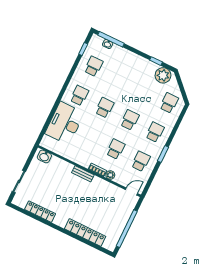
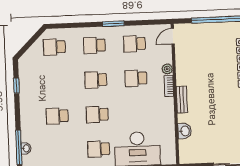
school desk: (94, 66) -> (57, 116), moved
plant: (163, 75) -> (28, 70), removed
washbasin: (44, 156) -> (185, 131), moved
door: (131, 191) -> (173, 36), hinge flipped

